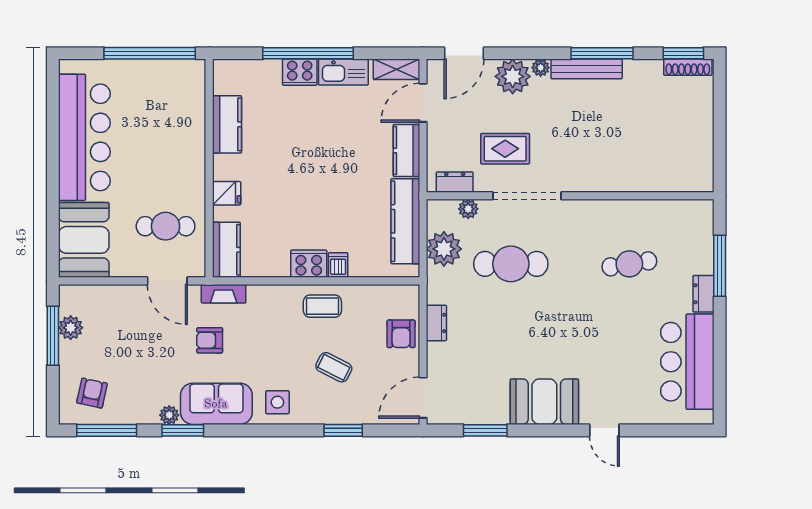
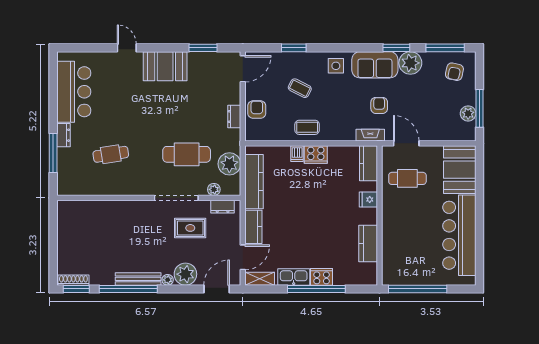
window: (602, 53) -> (128, 289), width x1.46
armchair: (210, 340) -> (379, 105), turned -90
plant: (169, 415) -> (410, 63), width x1.88, depth x1.88

